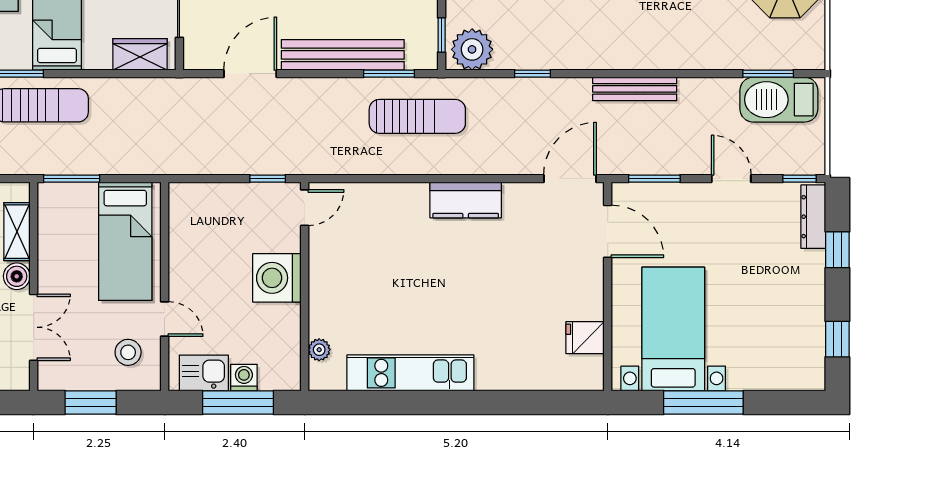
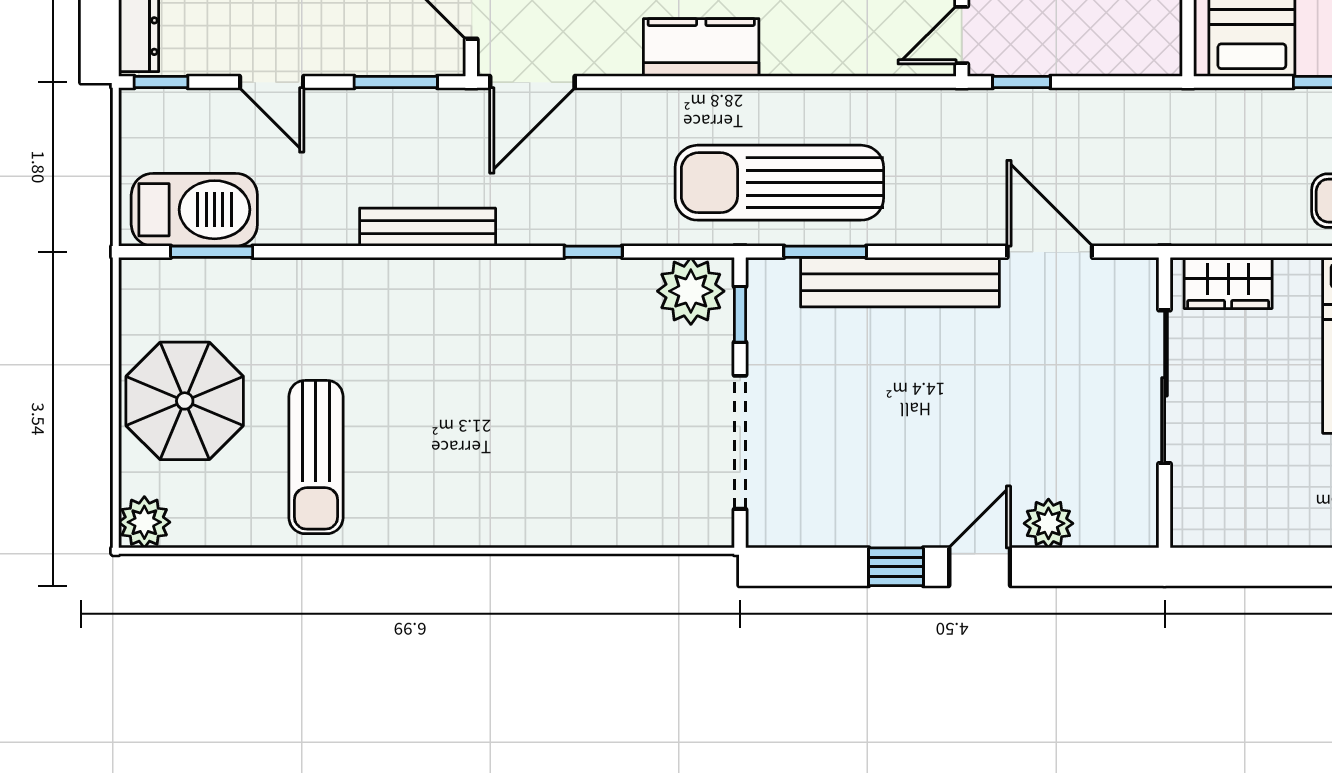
door: (250, 74) -> (1050, 252), swing flipped
sun lounger: (417, 116) -> (779, 183), width x1.36, depth x1.34

